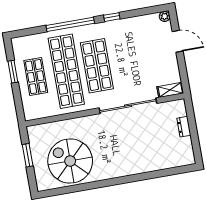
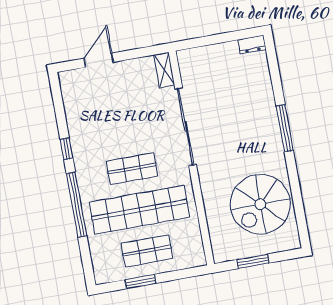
plant: (165, 16) -> (65, 78), removed
shop shelf: (97, 66) -> (132, 169), width x0.70, depth x0.74
dresser: (184, 127) -> (252, 44), moved
window: (127, 179) -> (285, 128), added

